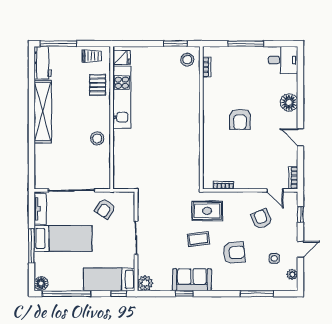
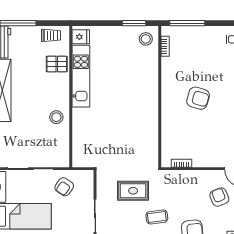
window: (246, 44) -> (187, 23), moved
pallet: (98, 85) -> (57, 64), turned 90
armchair: (240, 119) -> (198, 98), turned -74
rug: (207, 211) -> (133, 191), moved

